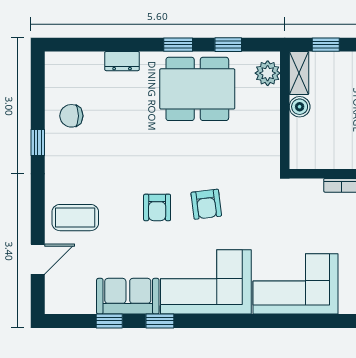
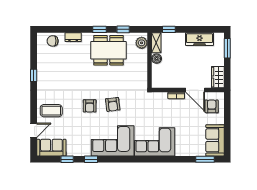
chair: (71, 116) -> (53, 41), moved
sofa: (128, 296) -> (51, 148), moved

